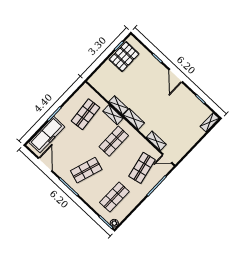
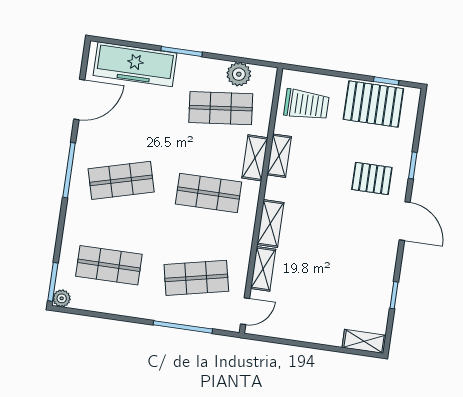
door: (176, 76) -> (405, 221), swing flipped
pallet: (151, 77) -> (372, 178), added
trolley: (107, 82) -> (306, 105), added
plant: (78, 99) -> (239, 74), added
shelving: (134, 119) -> (270, 223), moved
door: (167, 159) -> (245, 311), swing flipped
shop shelf: (86, 170) -> (121, 180), turned -33

